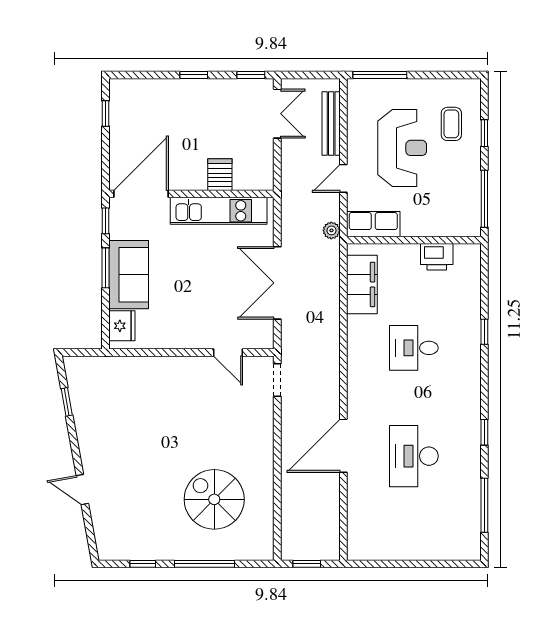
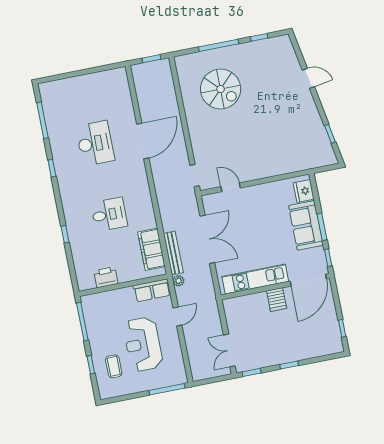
bench: (331, 123) -> (173, 253), moved
server rack: (220, 175) -> (277, 300), moved

